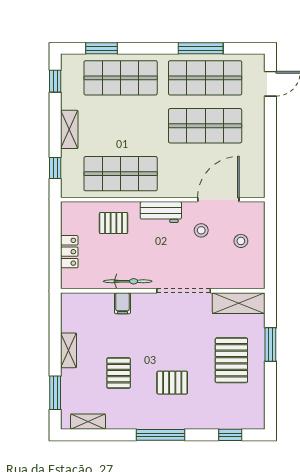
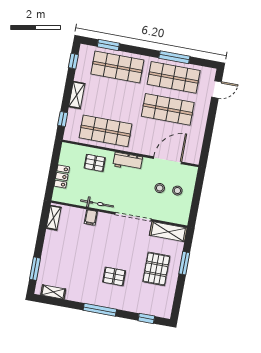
stool: (201, 230) -> (160, 188), moved
shelving: (69, 350) -> (54, 218), moved
pallet: (119, 373) -> (80, 263), removed

